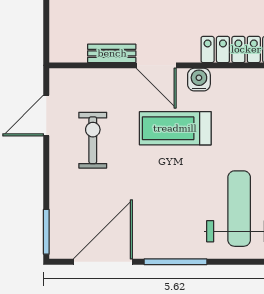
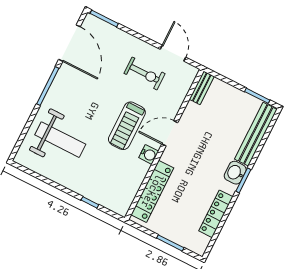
bench: (112, 53) -> (202, 88), moved
treadmill: (175, 128) -> (127, 126), turned 180

